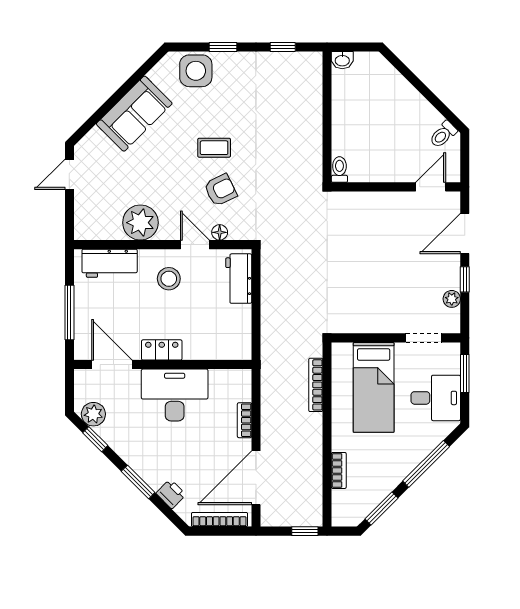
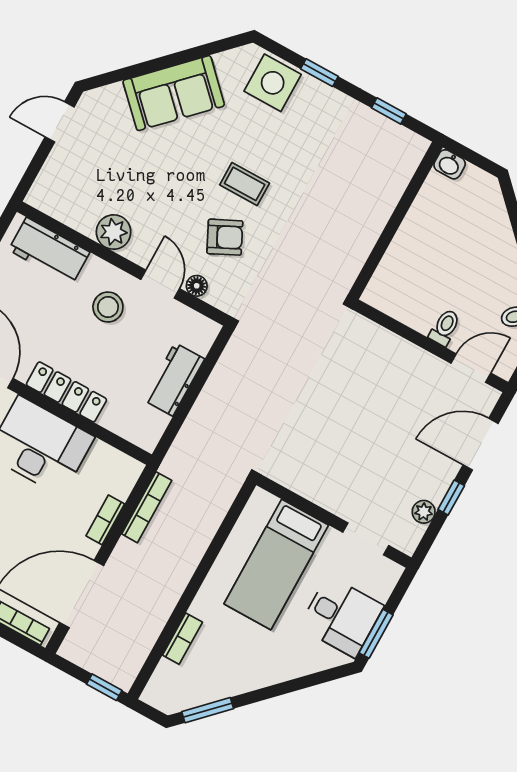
toilet: (339, 169) -> (445, 327), moved
plant: (140, 223) -> (114, 232), width x0.73, depth x0.73
workbench: (239, 279) -> (174, 379), moved
locker: (162, 350) -> (66, 392), width x1.53
window: (465, 373) -> (376, 634), moved
bookcase: (316, 385) -> (147, 507), moved, turned 180
window: (426, 464) -> (288, 687), removed

